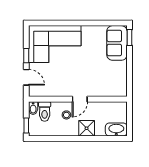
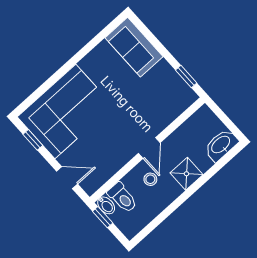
window: (130, 37) -> (186, 76), moved
window: (26, 56) -> (33, 140), moved
window: (26, 125) -> (103, 217), moved

